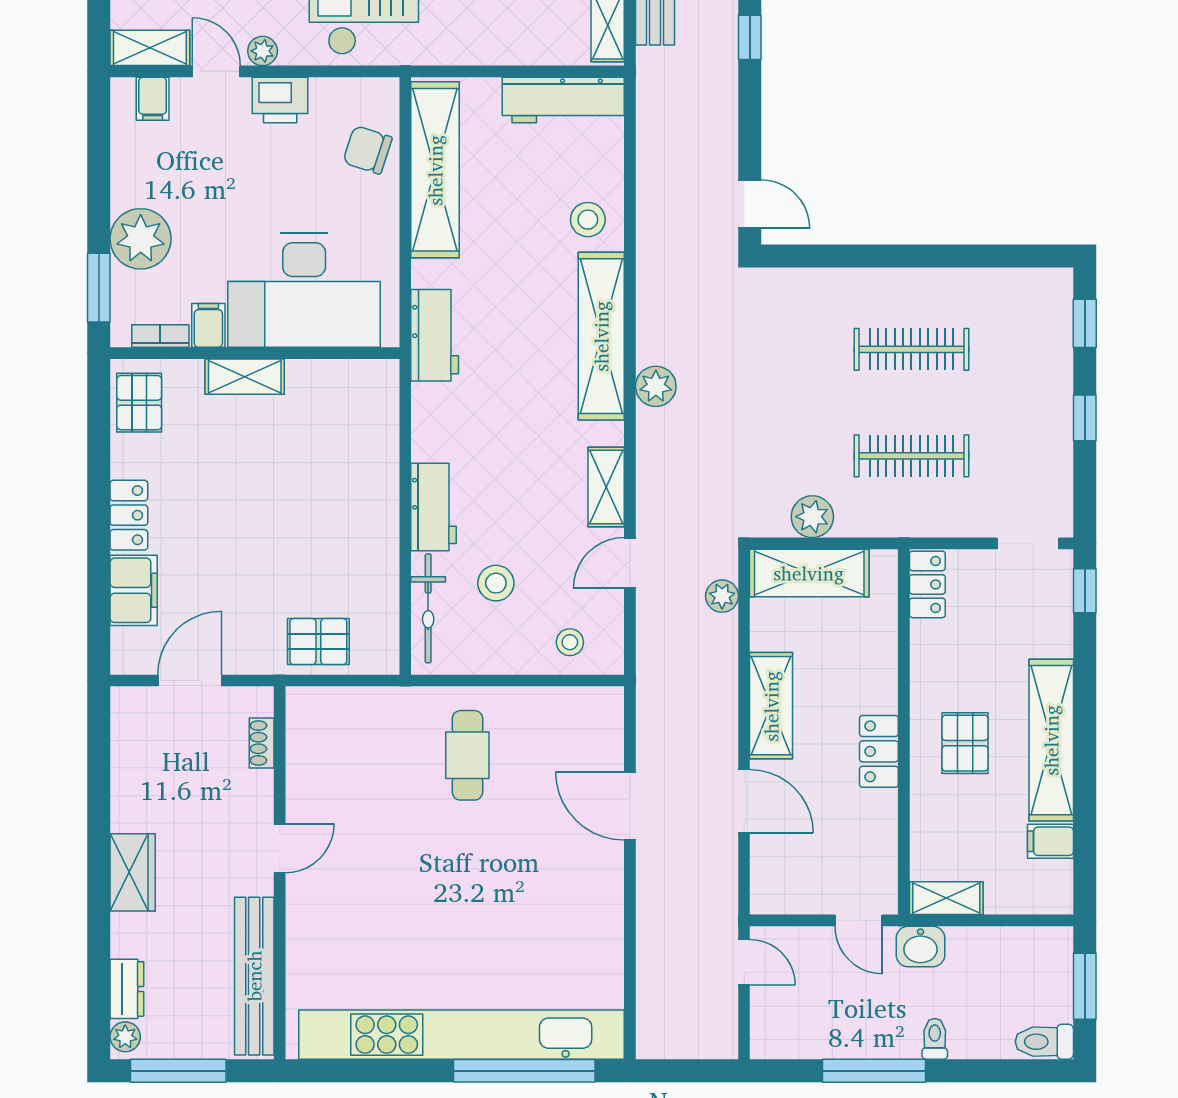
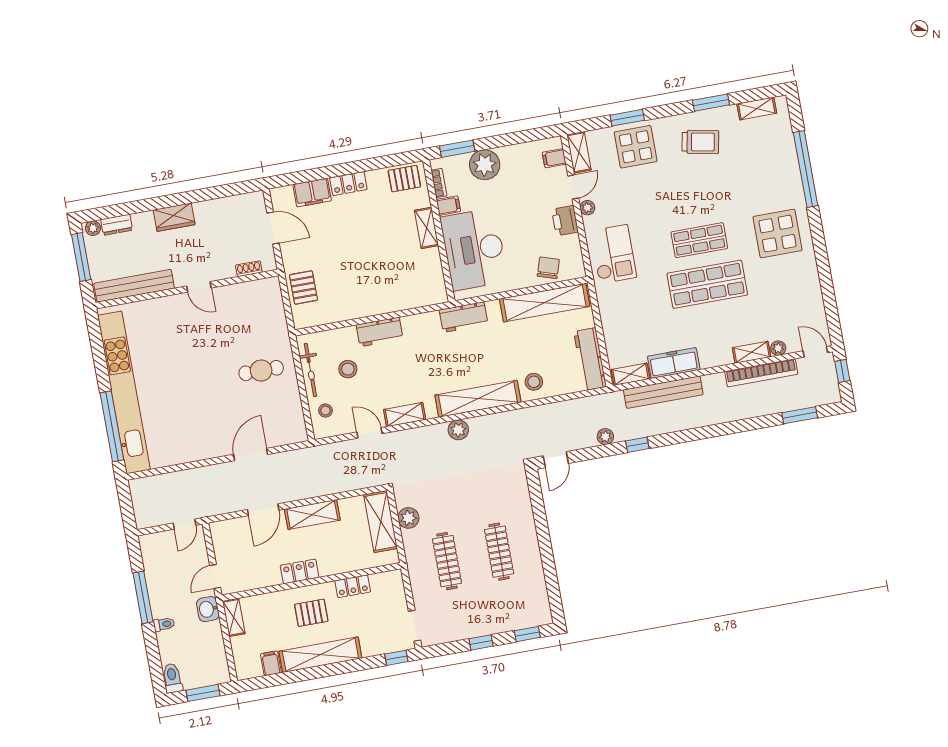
locker: (927, 584) -> (353, 586), moved
plant: (722, 596) -> (605, 437), moved
bicycle: (428, 608) -> (310, 370), moved, turned -90

